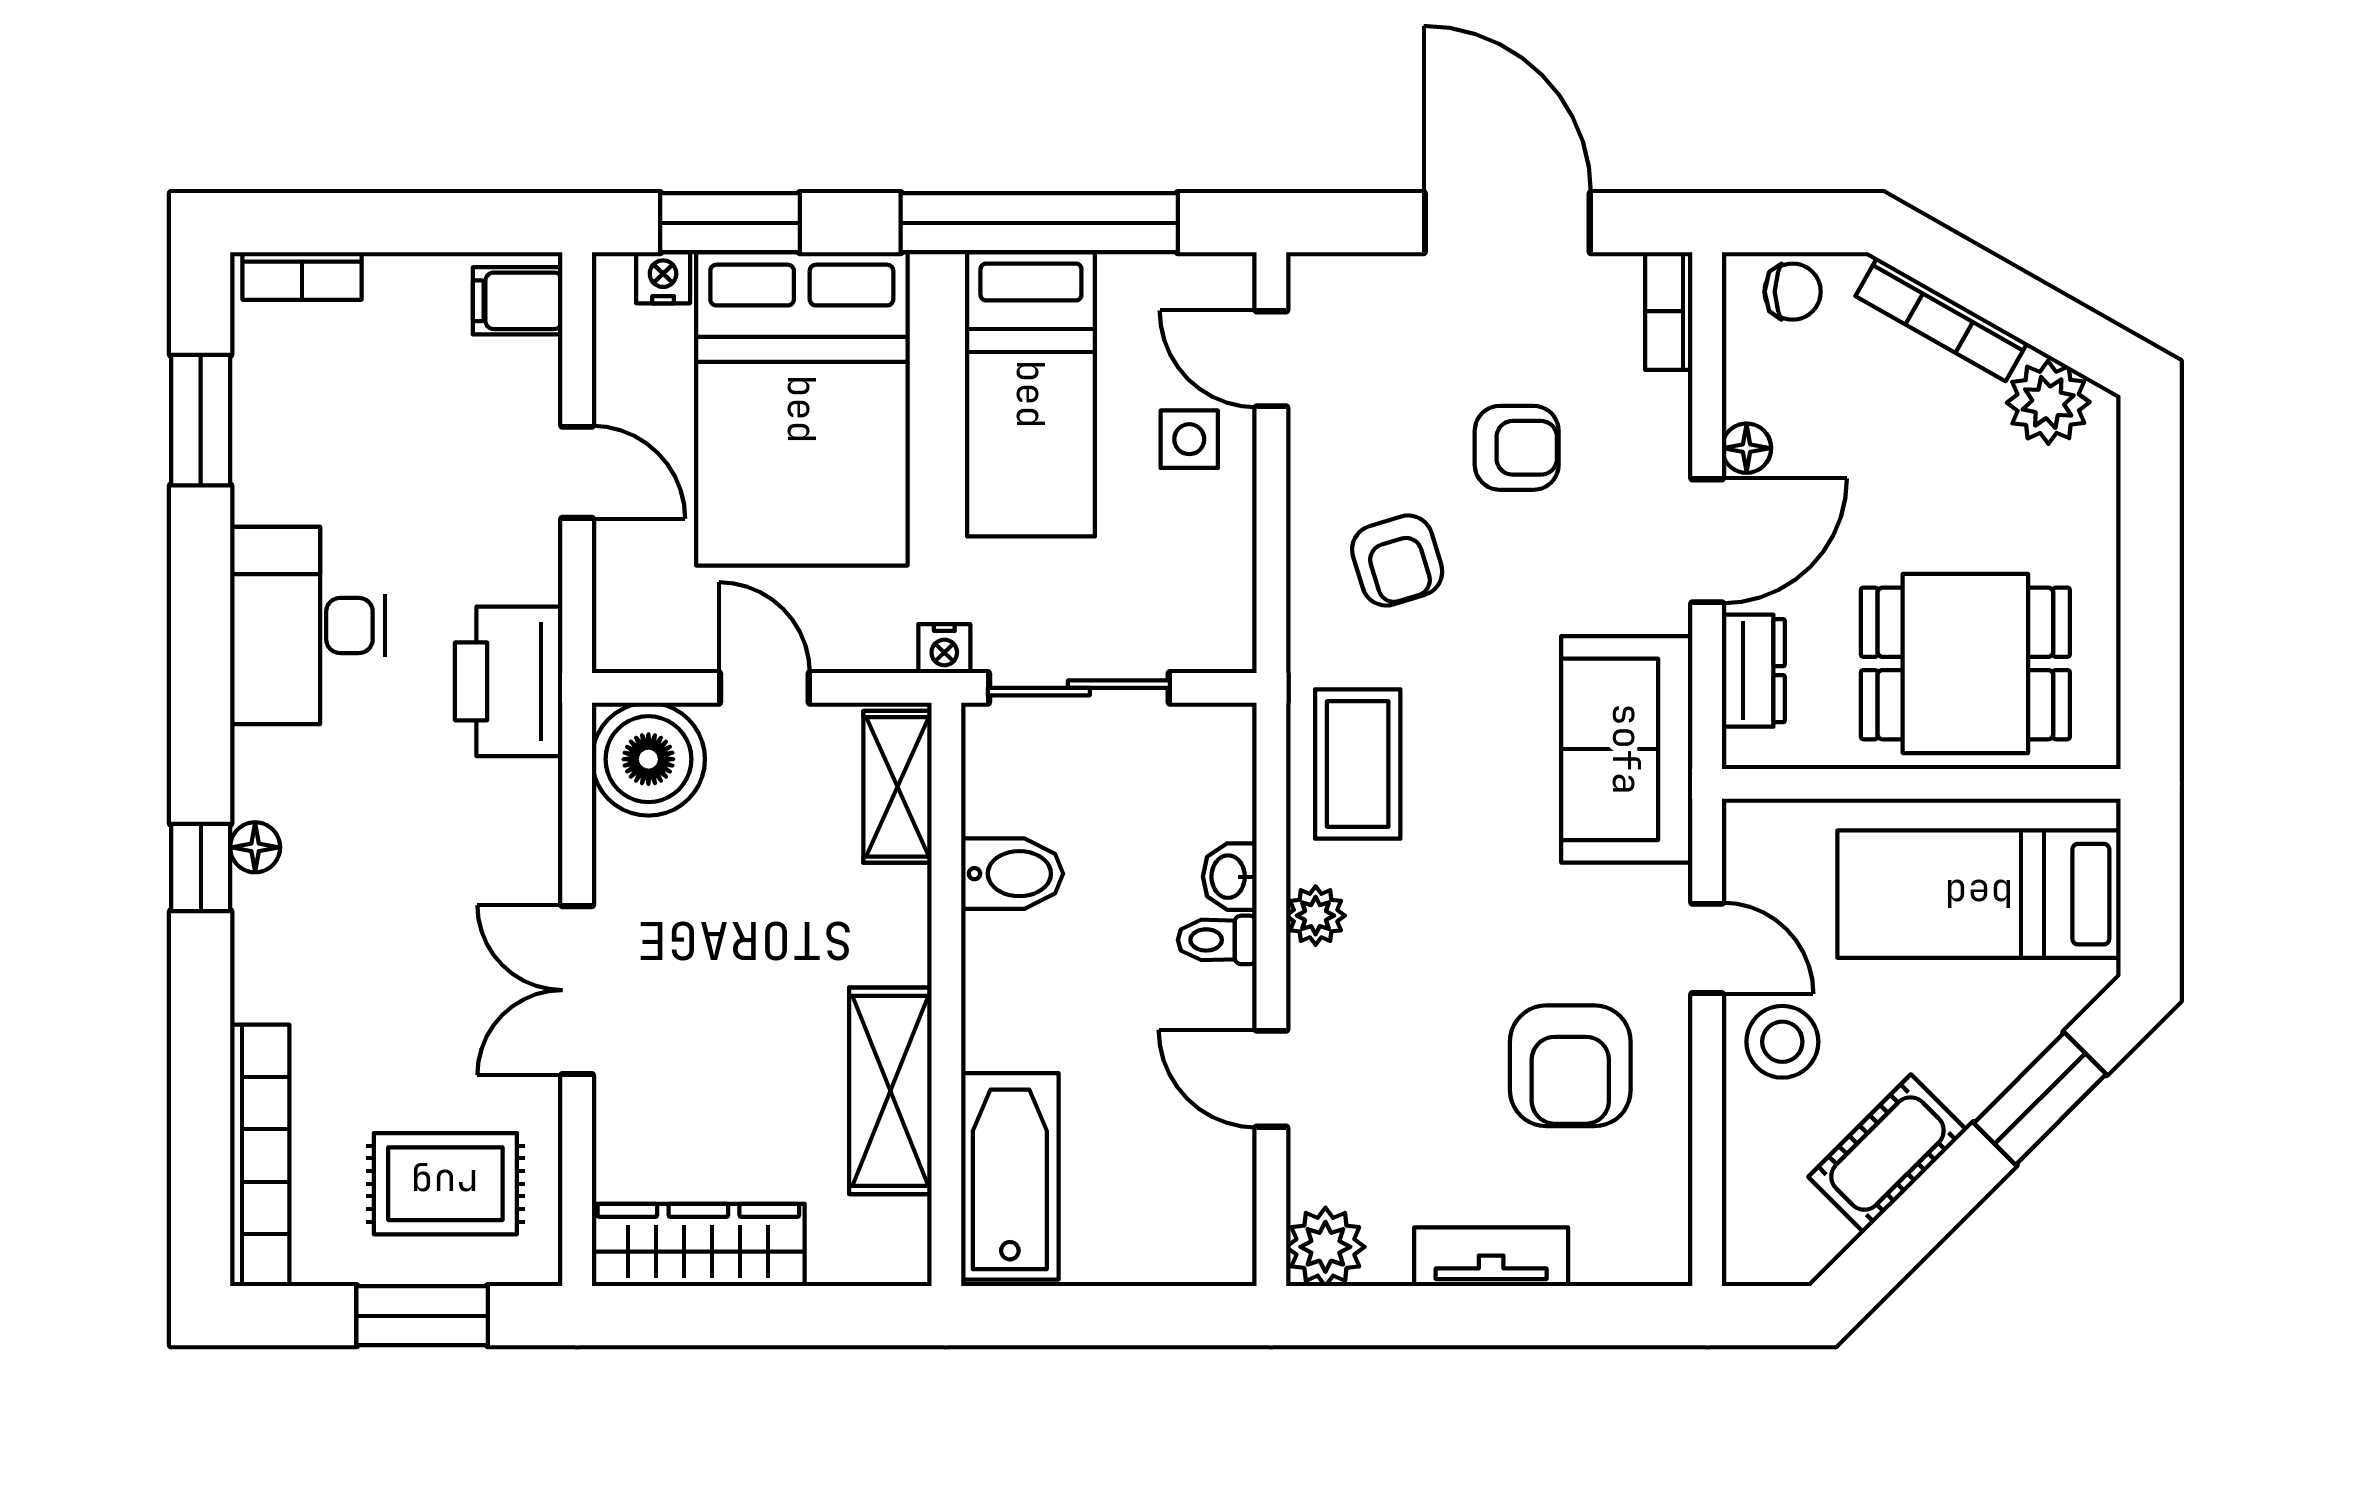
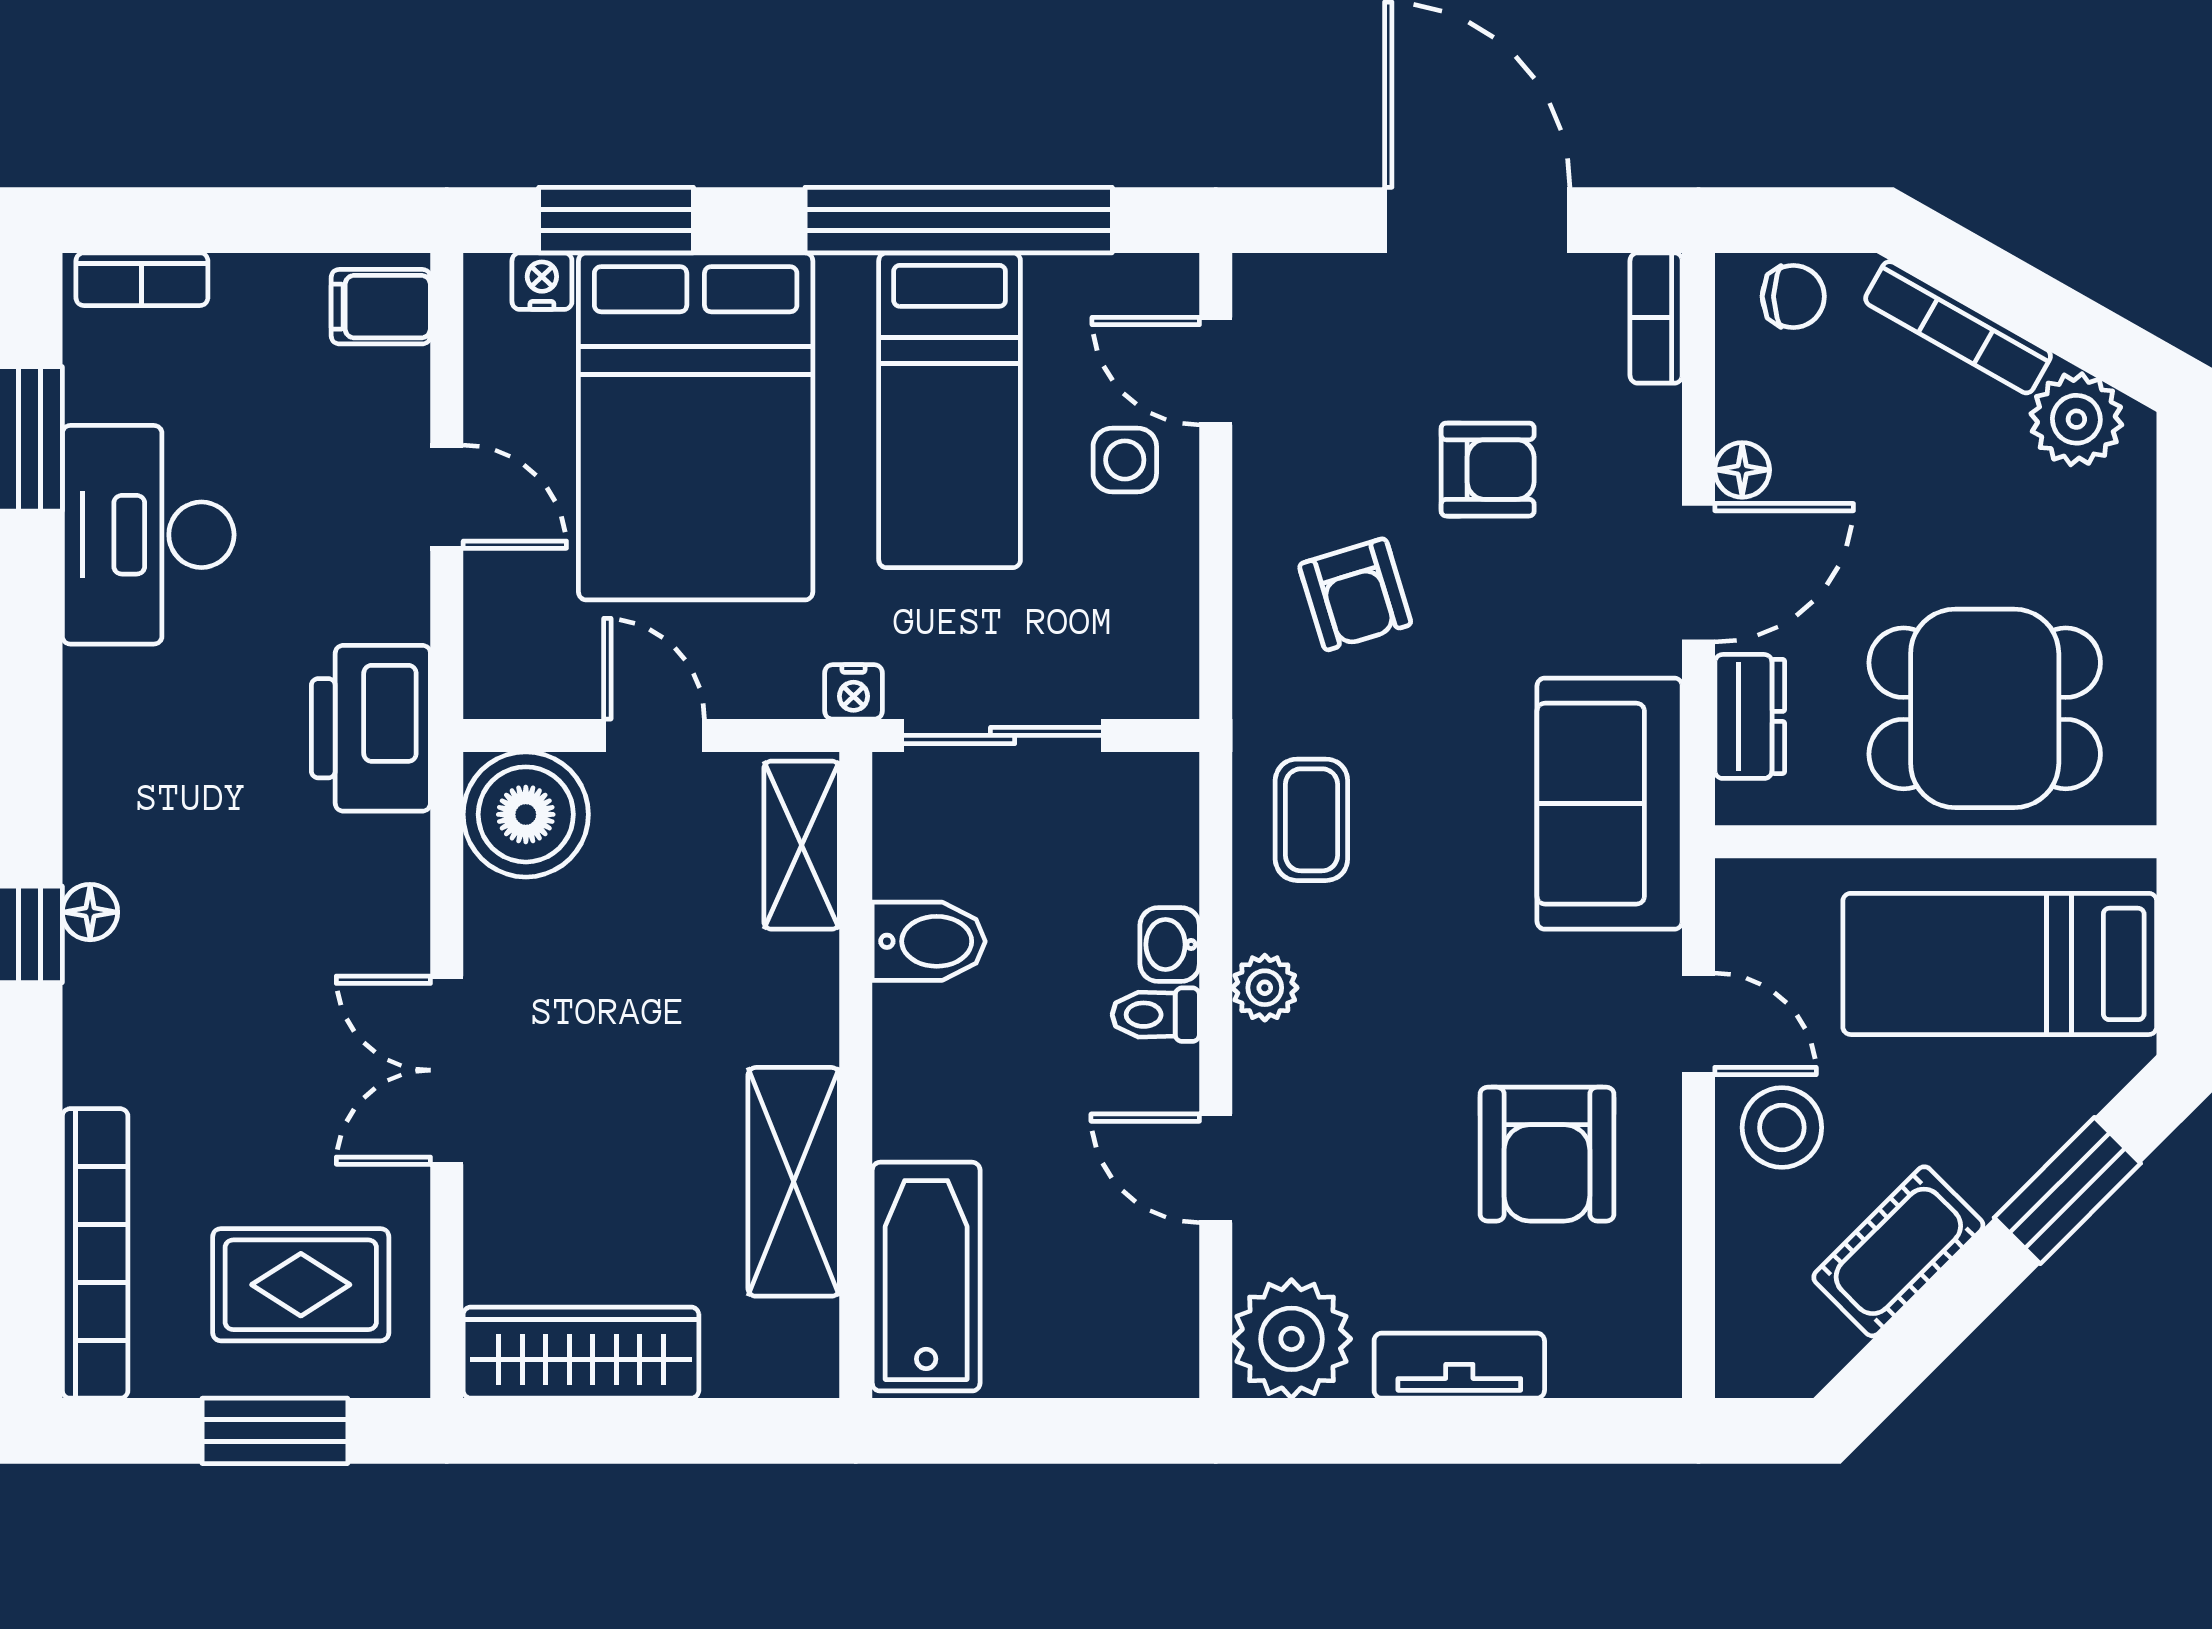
desk: (308, 625) -> (148, 535), moved
coffee table: (1358, 764) -> (1311, 820), width x0.73, depth x0.77
plant: (1325, 1247) -> (1291, 1339), width x1.36, depth x1.36

